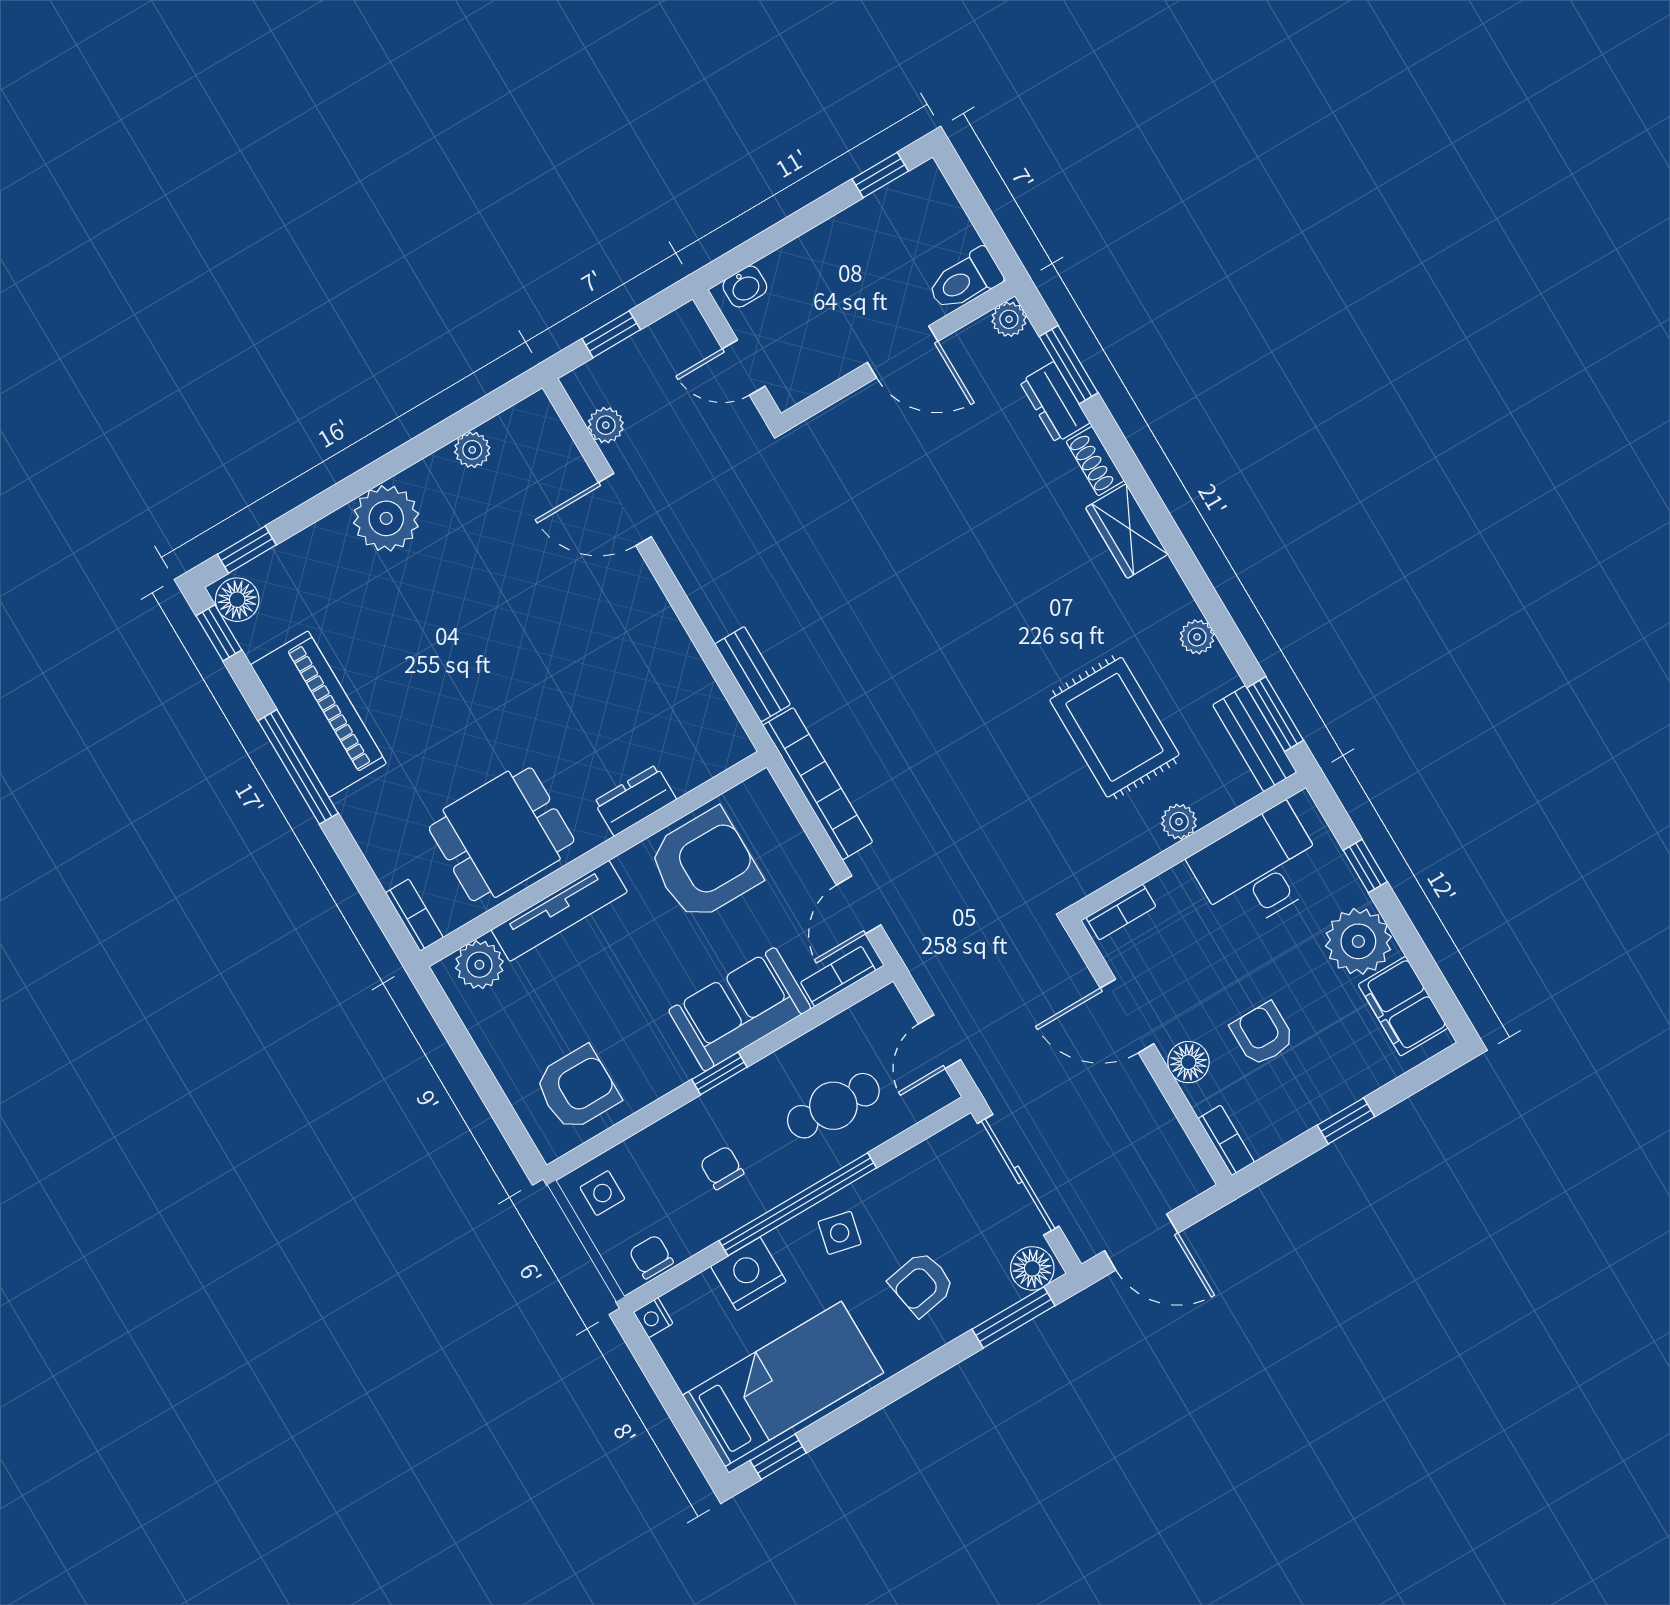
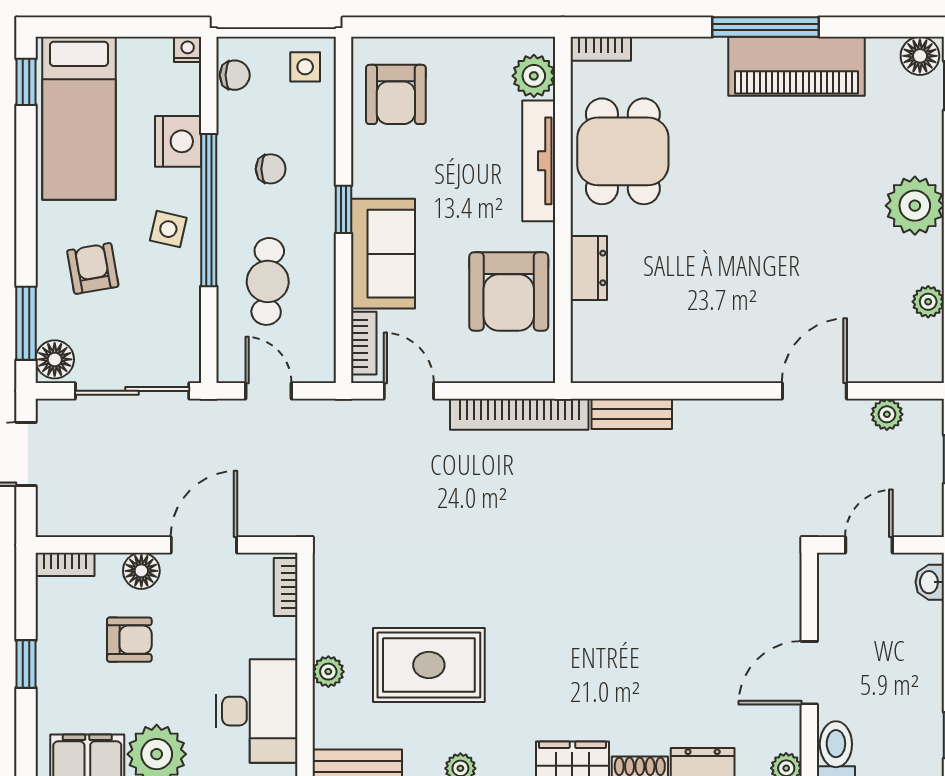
window: (219, 633) -> (903, 27), removed

